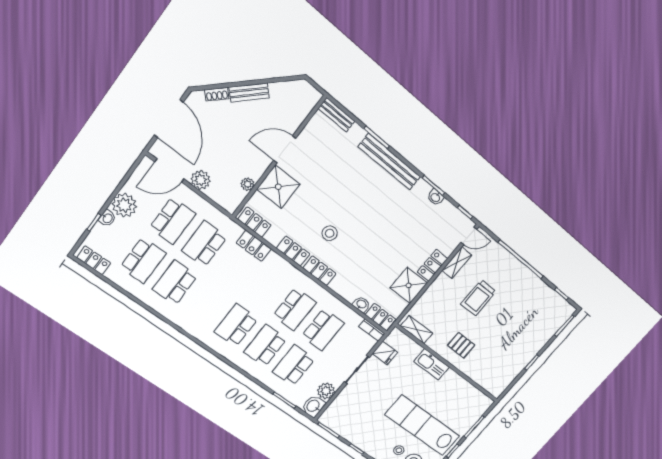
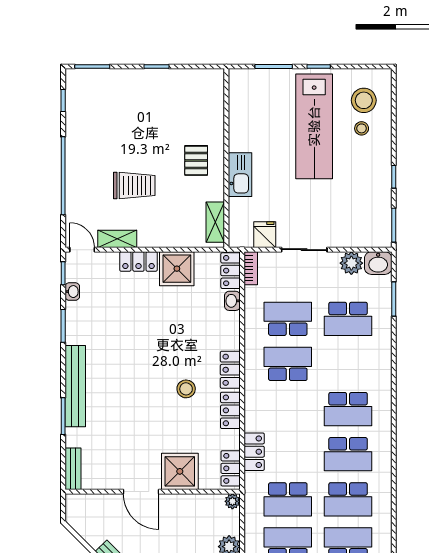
plant: (248, 184) -> (232, 501), moved
washbasin: (435, 197) -> (72, 292), moved
school desk: (265, 346) -> (348, 454), moved

